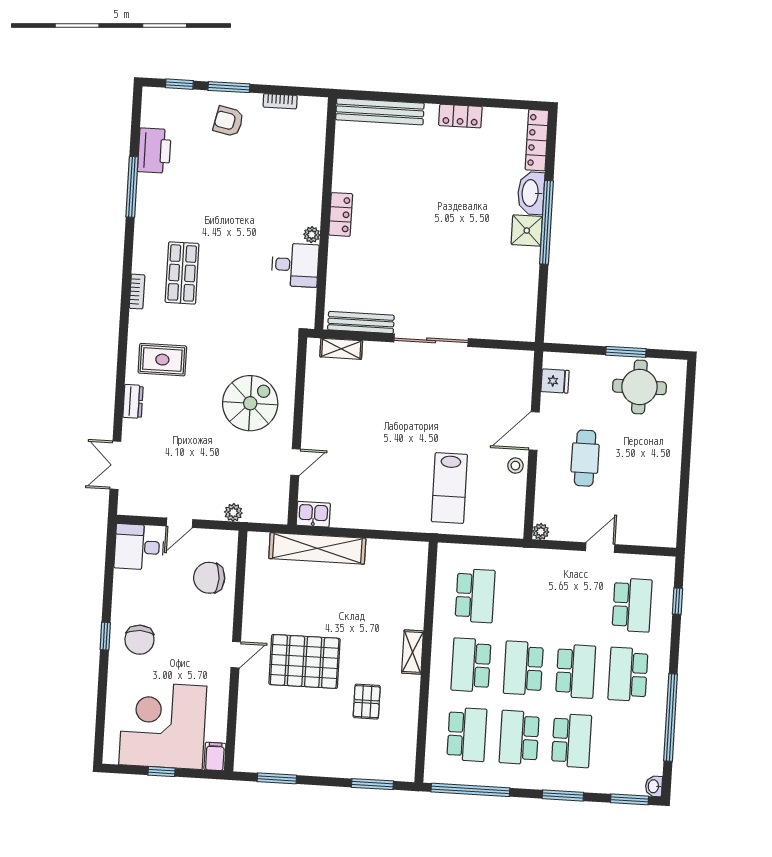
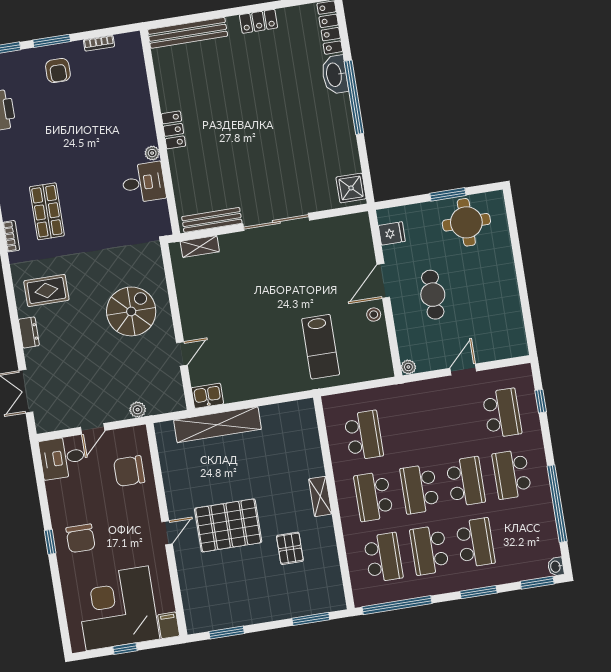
armchair: (228, 121) -> (58, 71), turned -102
shower: (527, 231) -> (351, 188), moved

